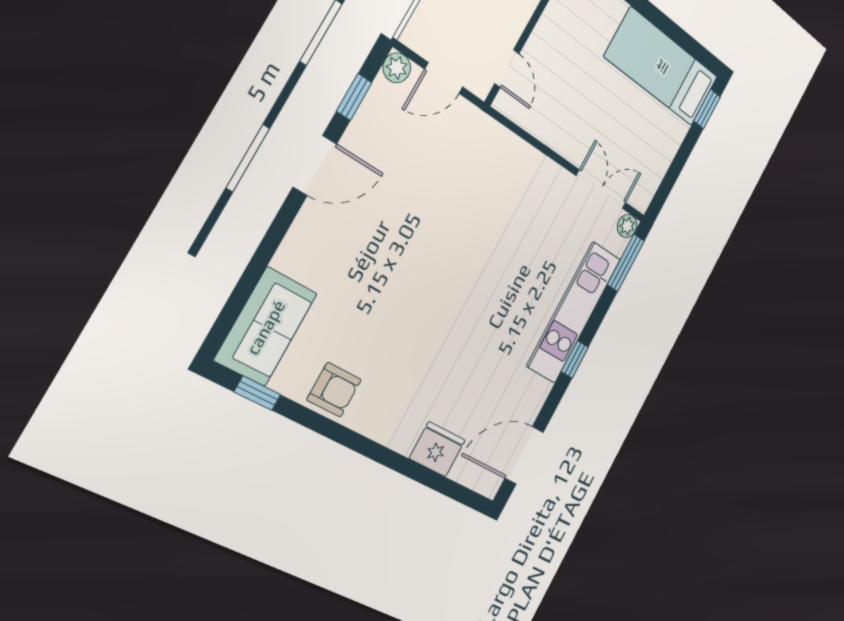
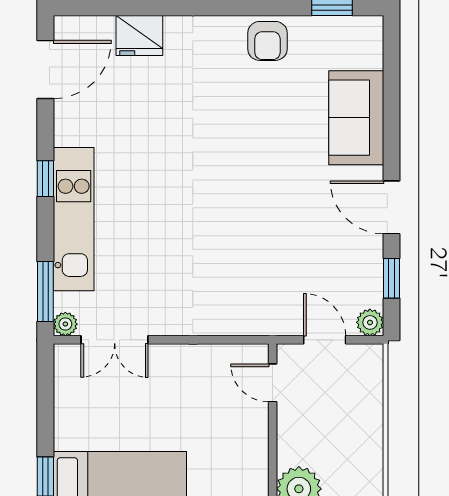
door: (444, 78) -> (325, 340), hinge flipped
door: (315, 165) -> (391, 207), hinge flipped
sofa: (266, 327) -> (356, 118), moved
armchair: (334, 390) -> (267, 41), turned -90

